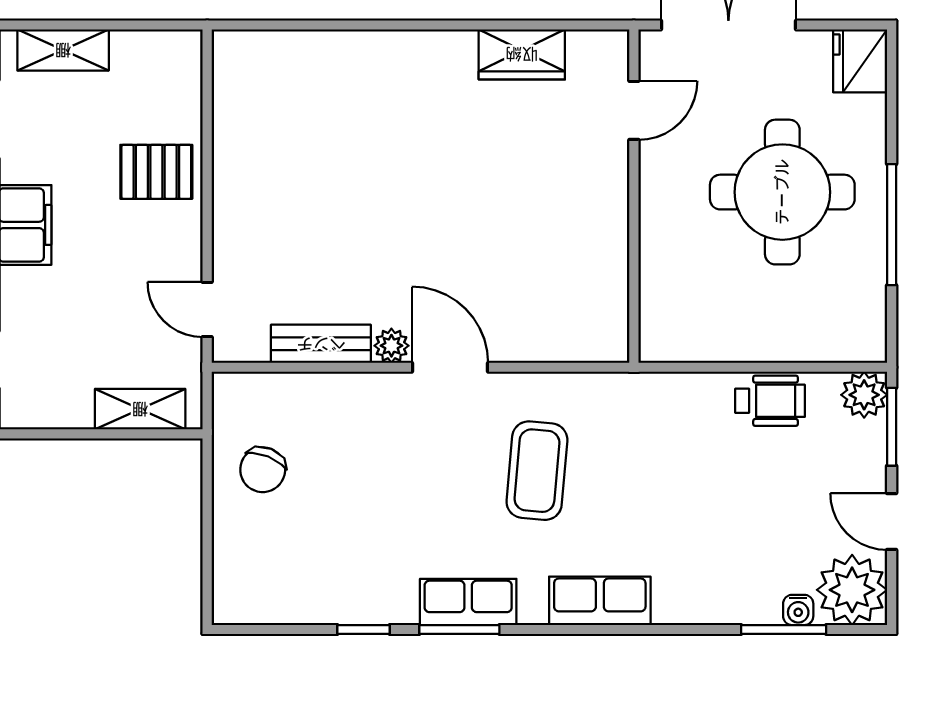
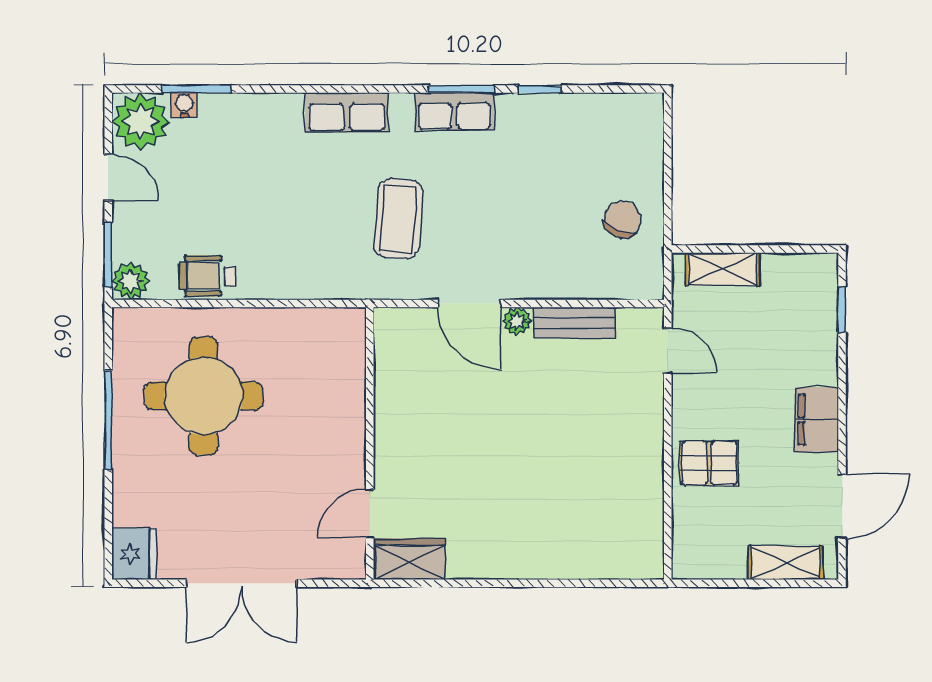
door: (634, 110) -> (370, 513), moved
round table: (782, 192) -> (204, 396), moved
wall: (634, 196) -> (370, 443), moved

